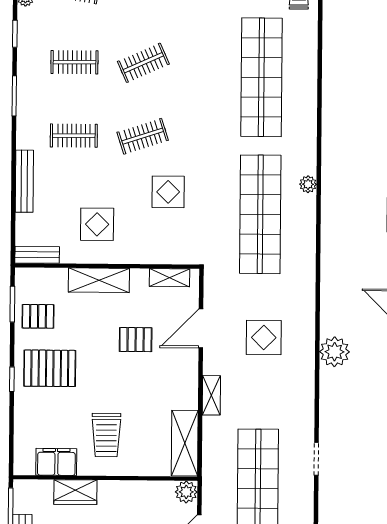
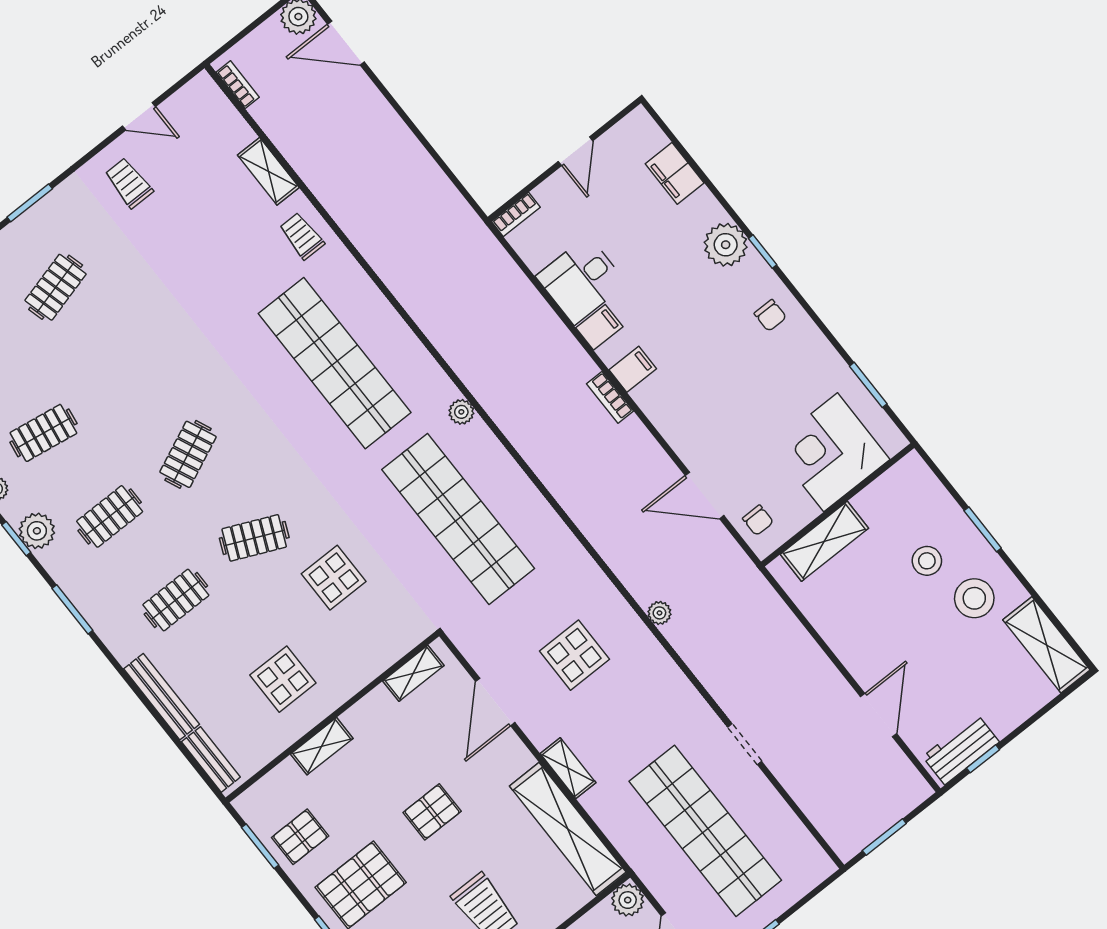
plant: (29, 38) -> (37, 531), added
clothes rail: (143, 136) -> (254, 538), turned 42
plant: (308, 184) -> (461, 412), moved
bench: (37, 255) -> (211, 759), moved, turned 90
shelving: (99, 280) -> (322, 746), width x0.67, depth x0.75
pallet: (136, 340) -> (432, 812), moved
plant: (335, 352) -> (659, 613), width x0.53, depth x0.53
shelving: (185, 443) -> (568, 829), width x1.47

